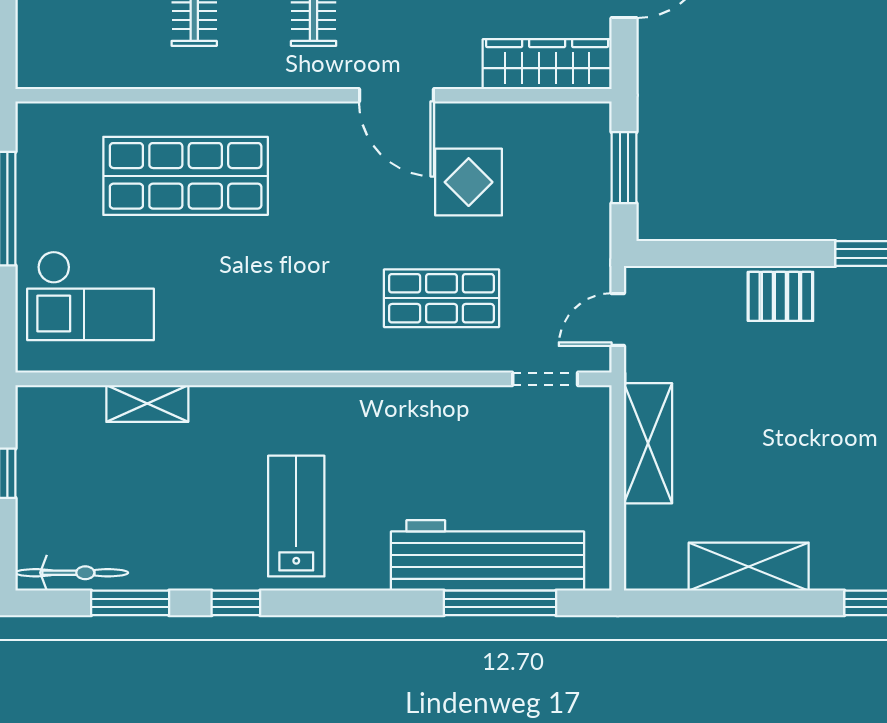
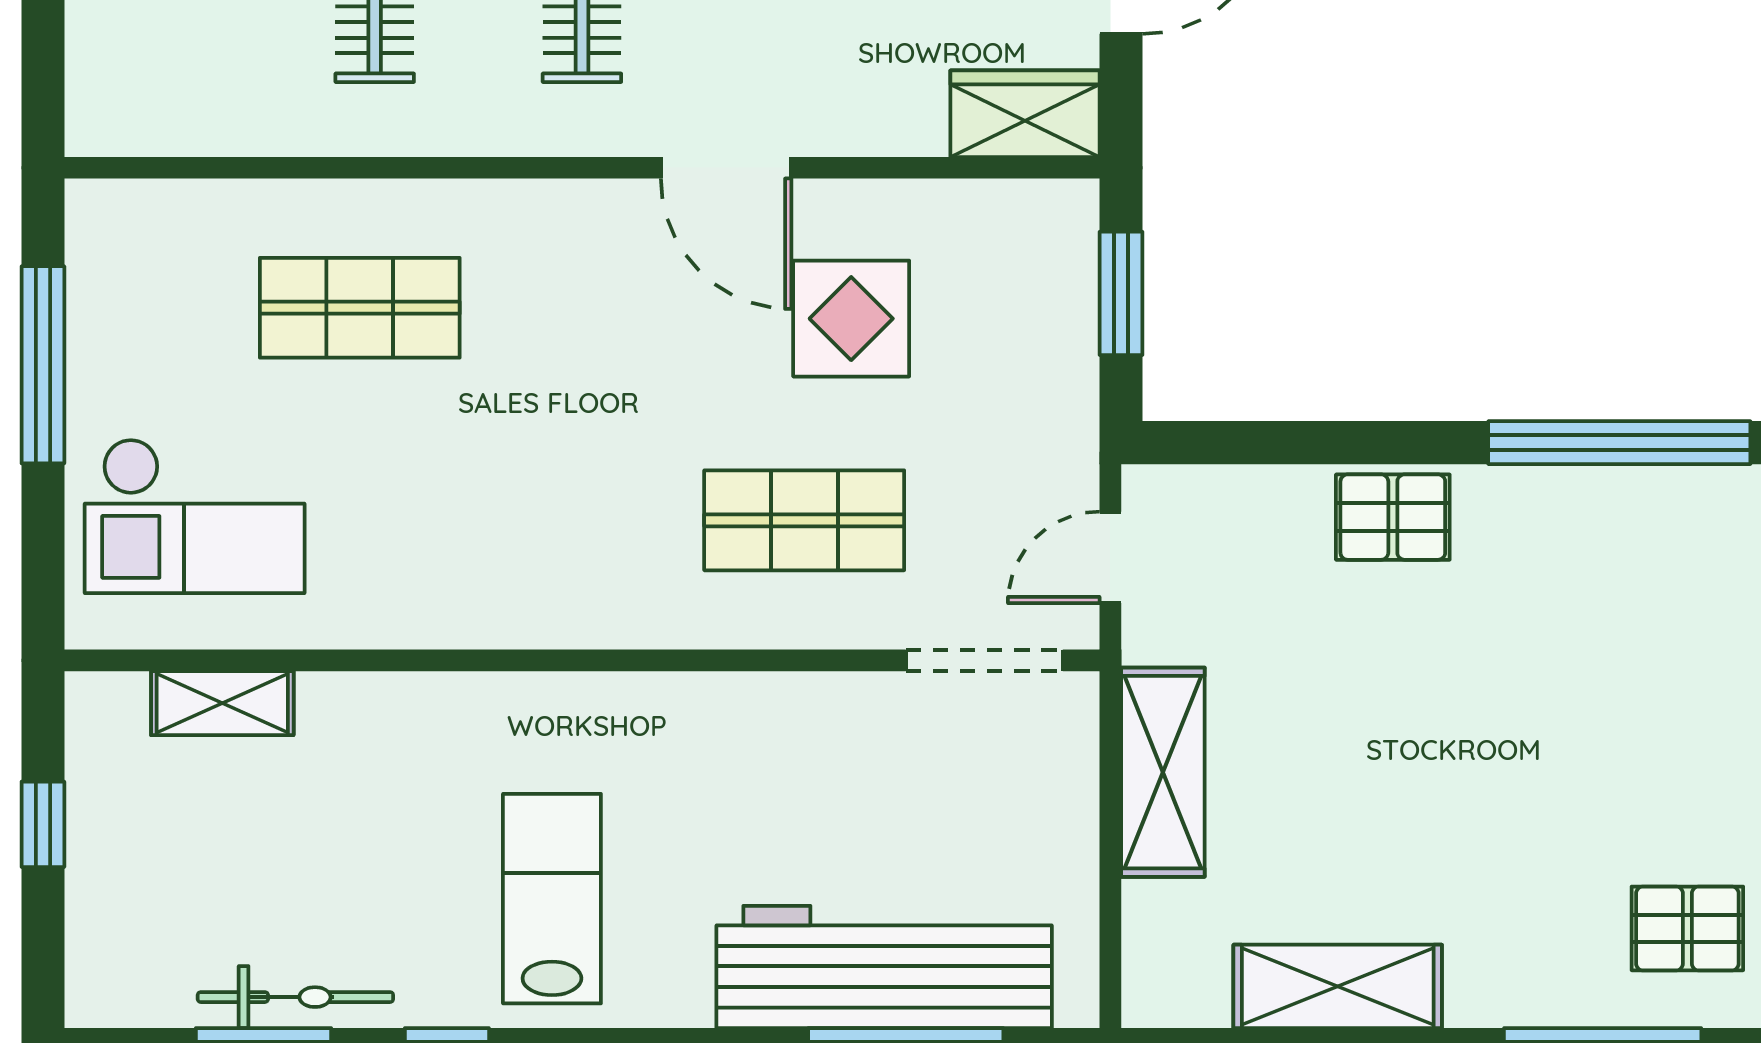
wardrobe: (547, 64) -> (1025, 114), width x0.67
shop shelf: (186, 176) -> (360, 308), width x0.70, depth x0.74
doorway: (545, 379) -> (984, 660), width x1.38
shelving: (147, 403) -> (222, 703), moved
bicycle: (72, 573) -> (295, 997), moved

